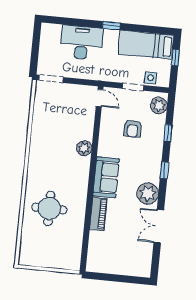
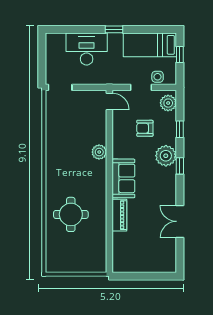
armchair: (133, 129) -> (145, 128), turned 90
plant: (148, 193) -> (166, 156), moved

